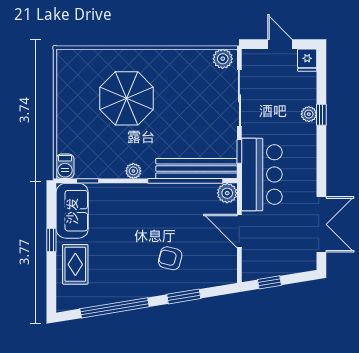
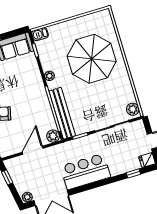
parasol: (127, 98) -> (92, 59), width x1.36, depth x1.36
plant: (309, 114) -> (27, 197), moved
window: (321, 115) -> (133, 173), moved
bar counter: (262, 174) -> (85, 172), moved, turned 180

